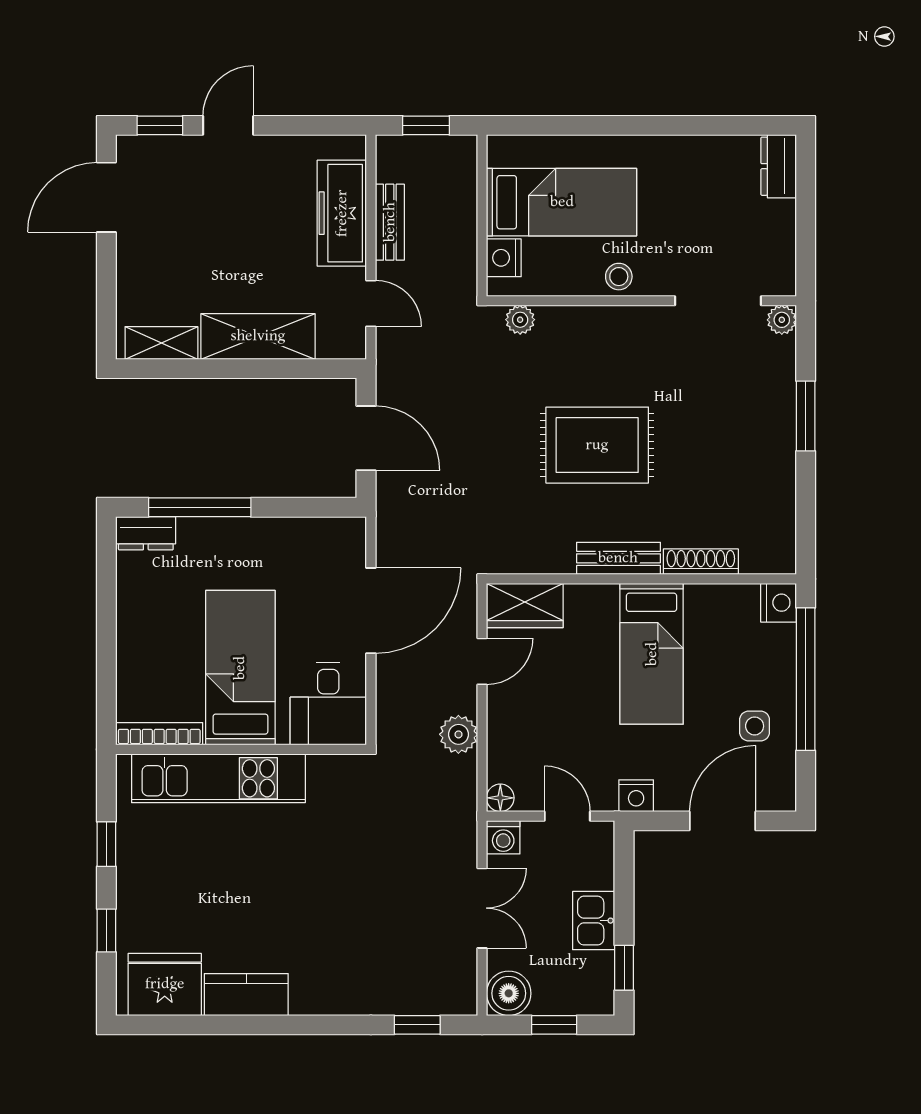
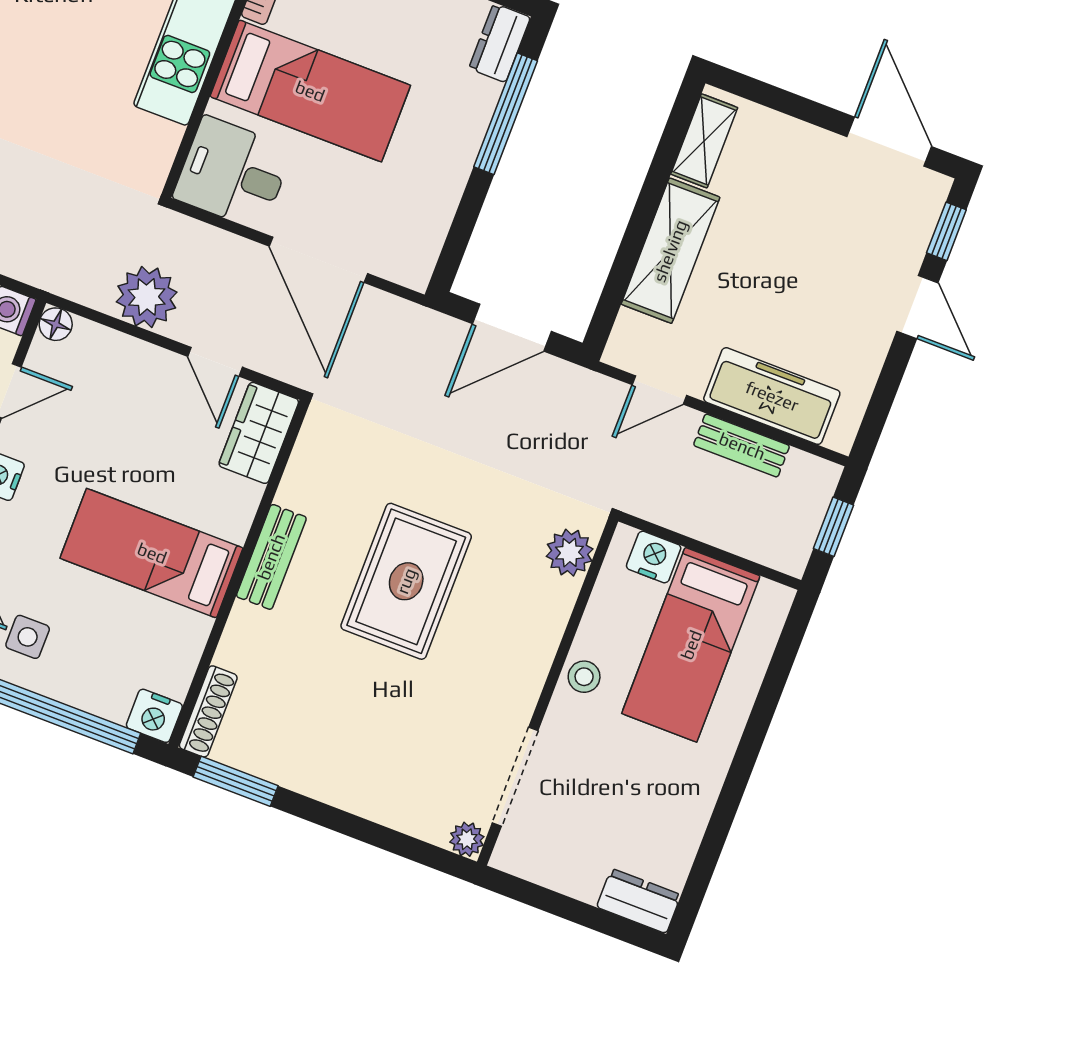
plant: (520, 320) -> (570, 553), width x1.38, depth x1.38
window: (806, 416) -> (236, 781), moved
shoe rack: (701, 562) -> (208, 711), moved
plant: (458, 734) -> (147, 297), width x1.36, depth x1.36

